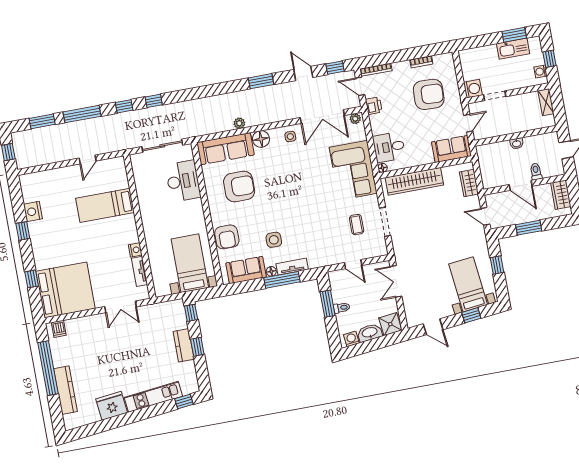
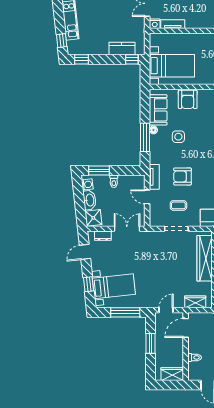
door: (521, 185) -> (186, 328), moved
armchair: (321, 226) -> (182, 176), added
armchair: (227, 237) -> (188, 99), turned -90
nightstand: (135, 250) -> (155, 24), moved
door: (353, 264) -> (147, 197), hinge flipped
window: (497, 265) -> (125, 312), width x2.17
tv unit: (292, 267) -> (154, 177), moved
window: (328, 304) -> (99, 170), moved
dresser: (410, 309) -> (103, 236), added
kitchen counter: (184, 345) -> (122, 49), moved
window: (197, 347) -> (82, 59), moved

